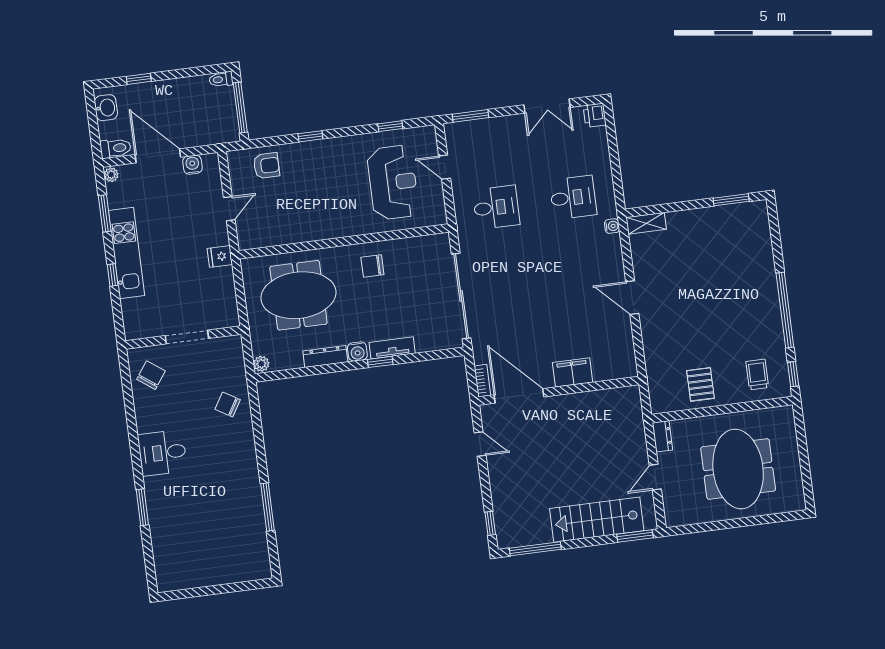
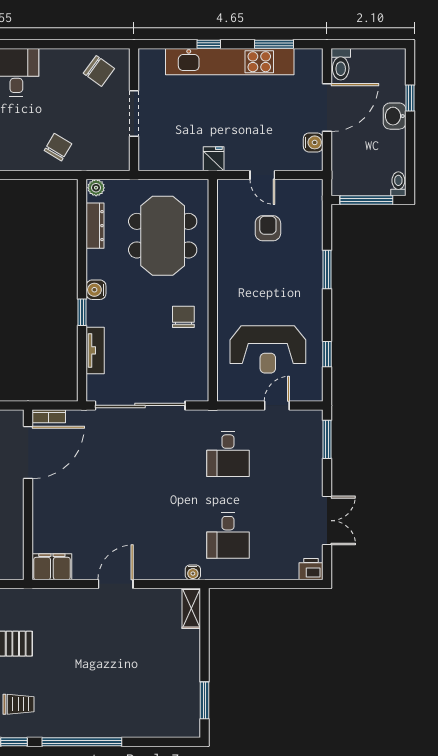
double door: (547, 106) -> (327, 521), swing flipped
washbasin: (106, 108) -> (395, 116), moved, turned 90
window: (310, 136) -> (327, 269), width x1.50
armchair: (266, 166) -> (268, 228), moved, turned 180
plant: (111, 175) -> (314, 56), removed
kitchen unit: (126, 253) -> (230, 62), width x1.36
tv unit: (392, 348) -> (95, 350), moved
dresser: (325, 356) -> (95, 226), moved
filing cabinet: (573, 372) -> (52, 567), moved, turned -90

